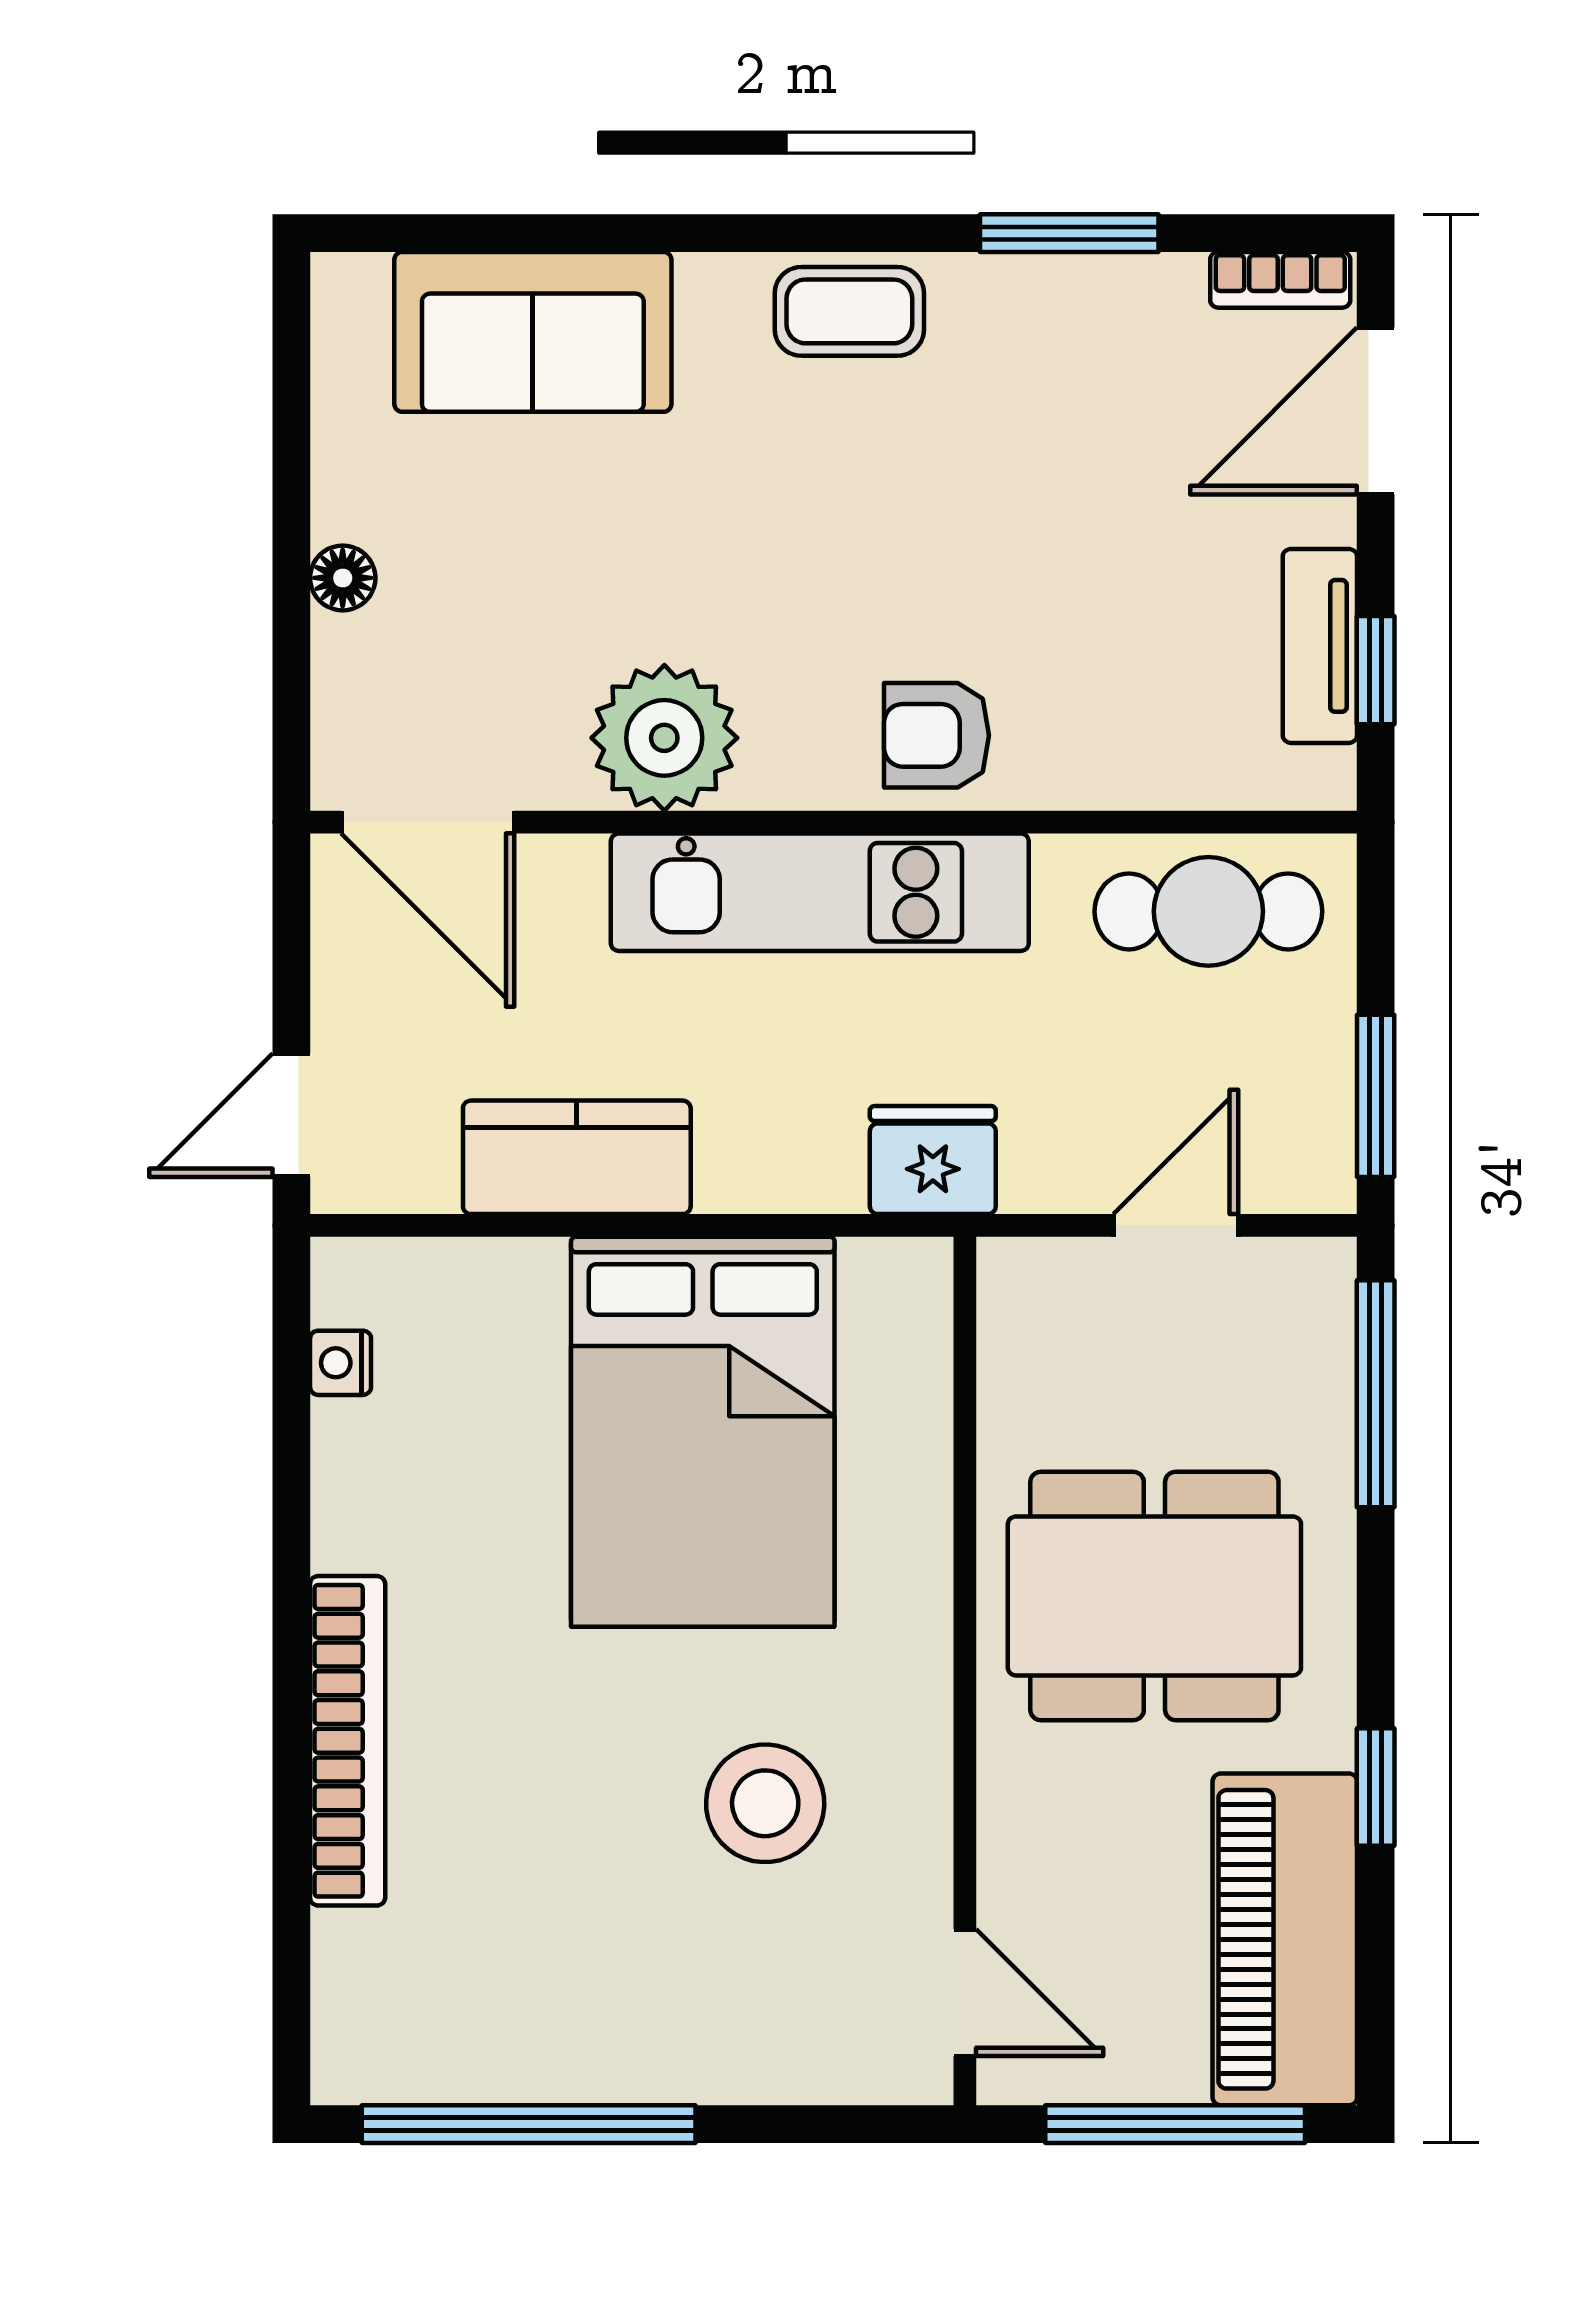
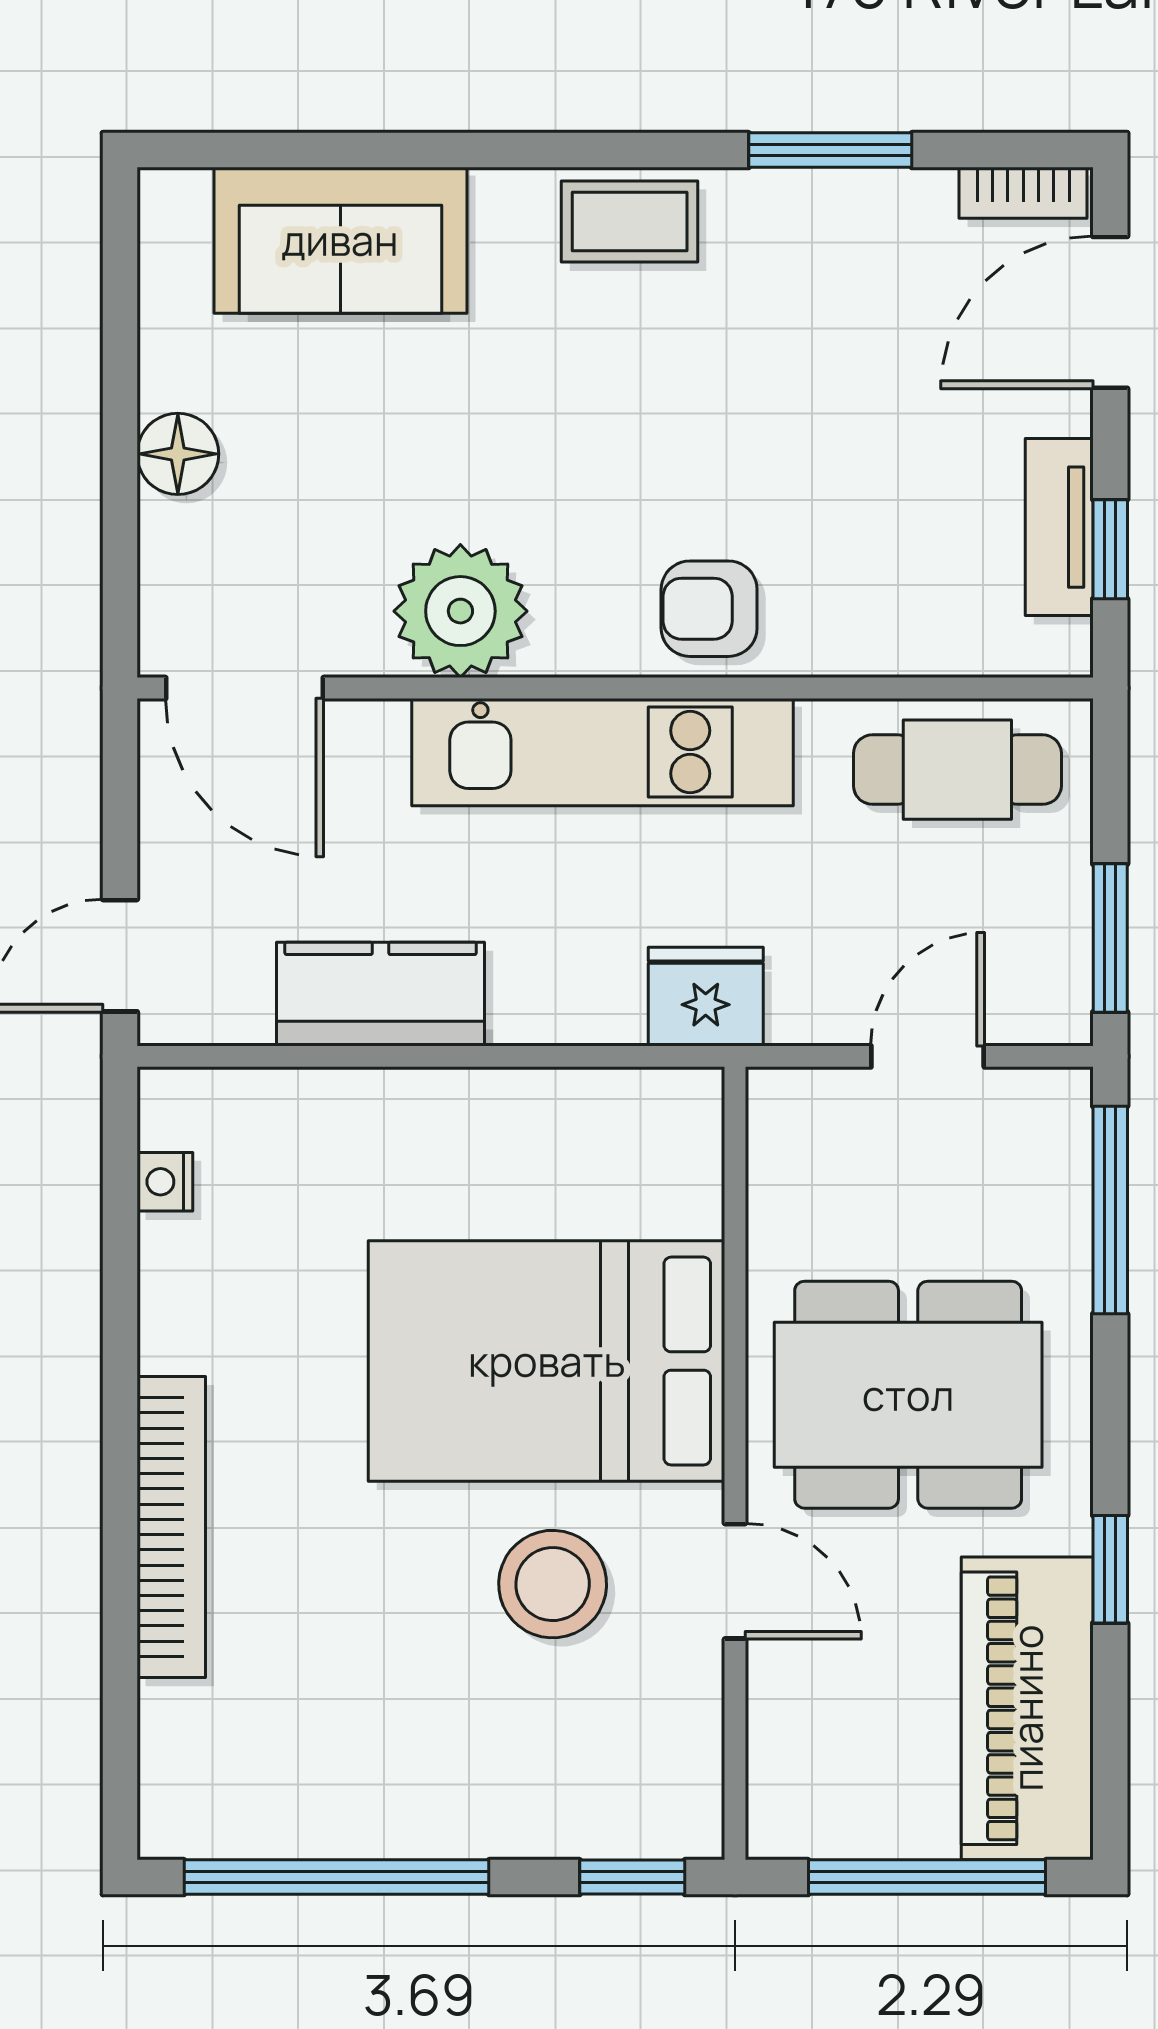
floor lamp: (343, 578) -> (178, 454), width x1.37, depth x1.37
bed: (703, 1432) -> (547, 1361), moved, turned 90
door: (965, 1993) -> (735, 1581), moved
window: (852, 2124) -> (632, 1877), added

